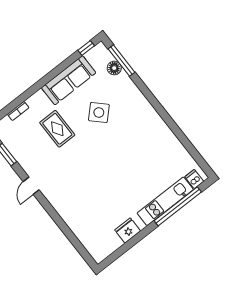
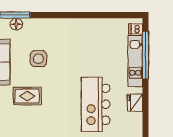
side table: (99, 112) -> (38, 59), turned 45
kitchen island: (98, 196) -> (96, 104), added

